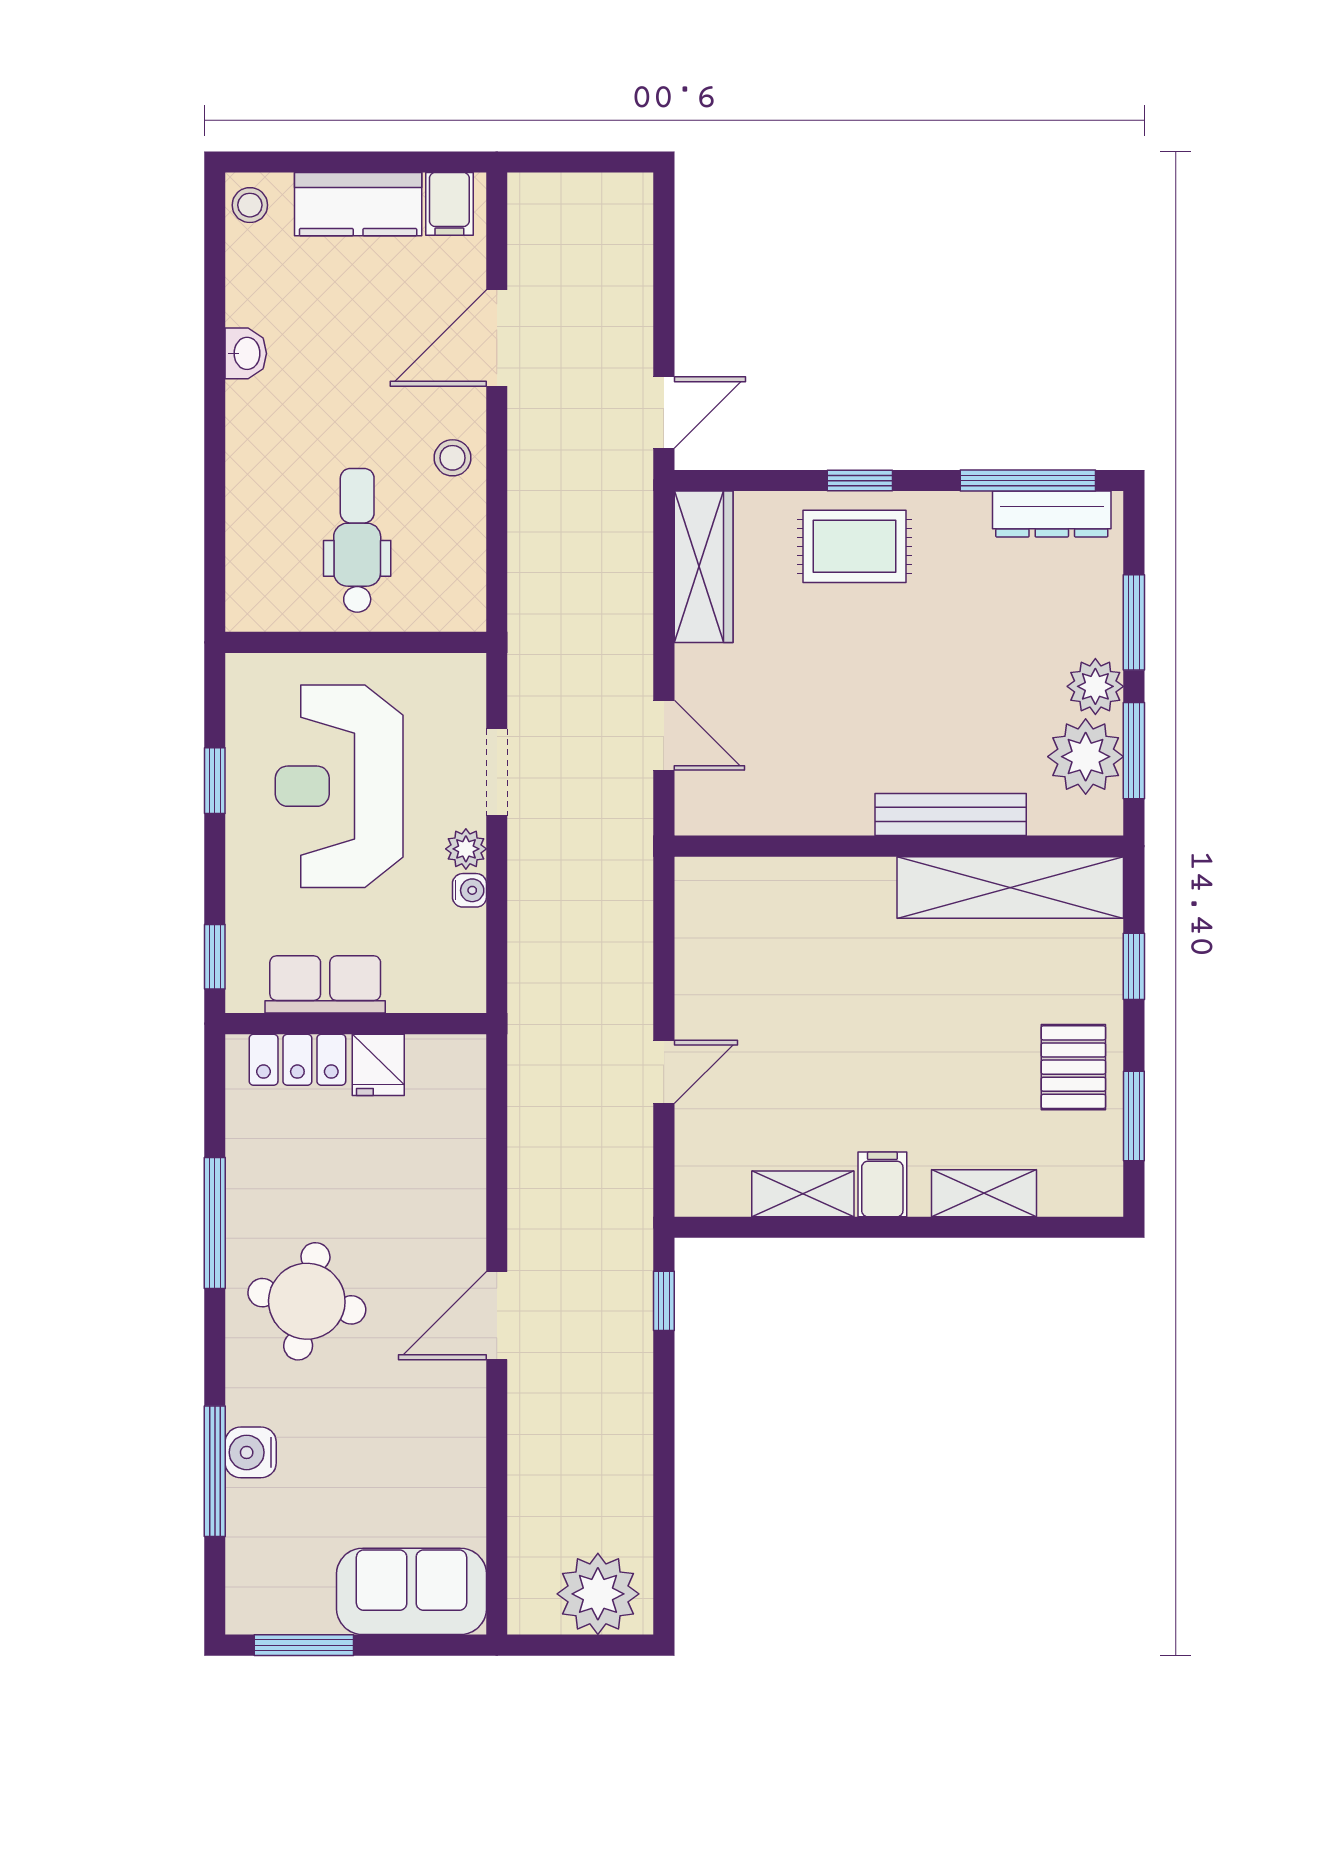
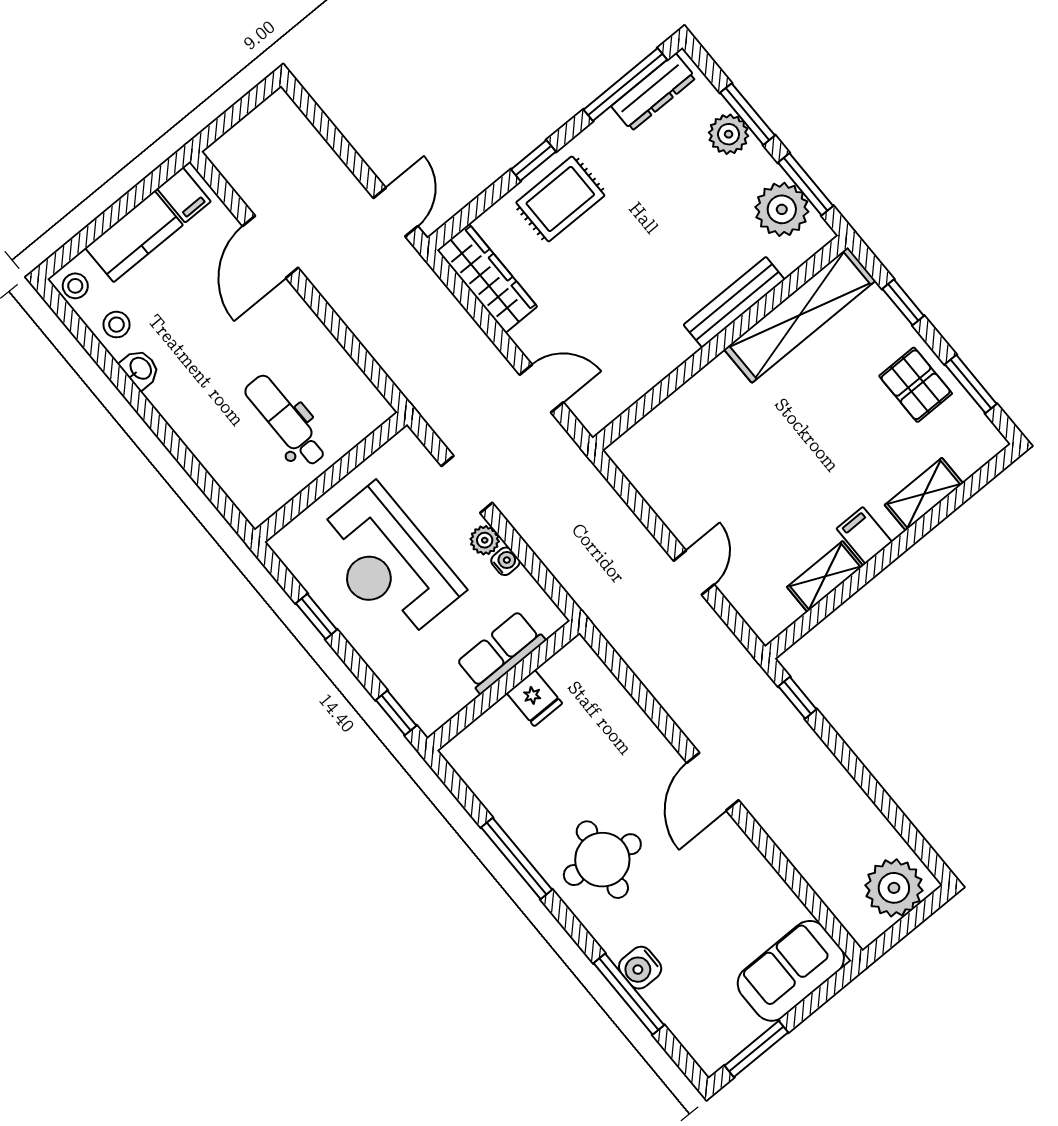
stool: (453, 458) -> (116, 325), moved
plant: (1095, 686) -> (729, 134), moved
row of seats: (325, 984) -> (501, 652), moved
locker: (297, 1060) -> (488, 732), removed

